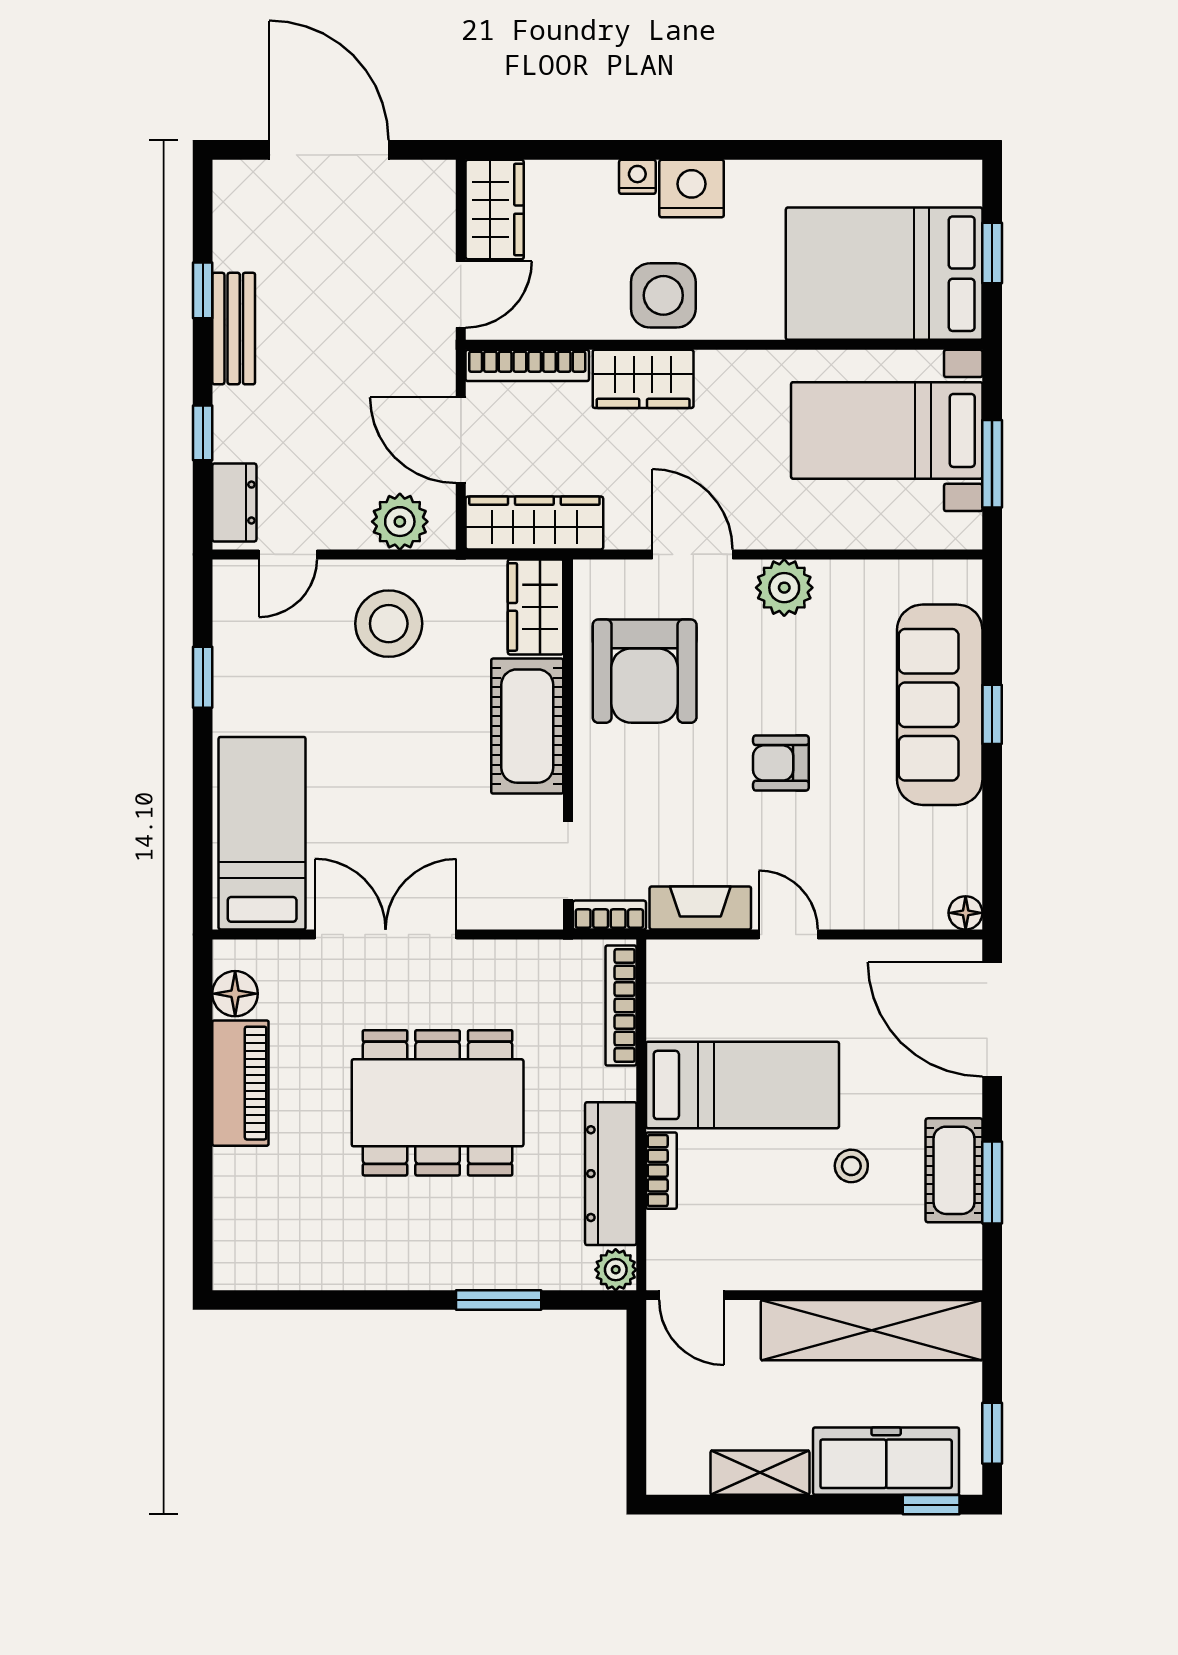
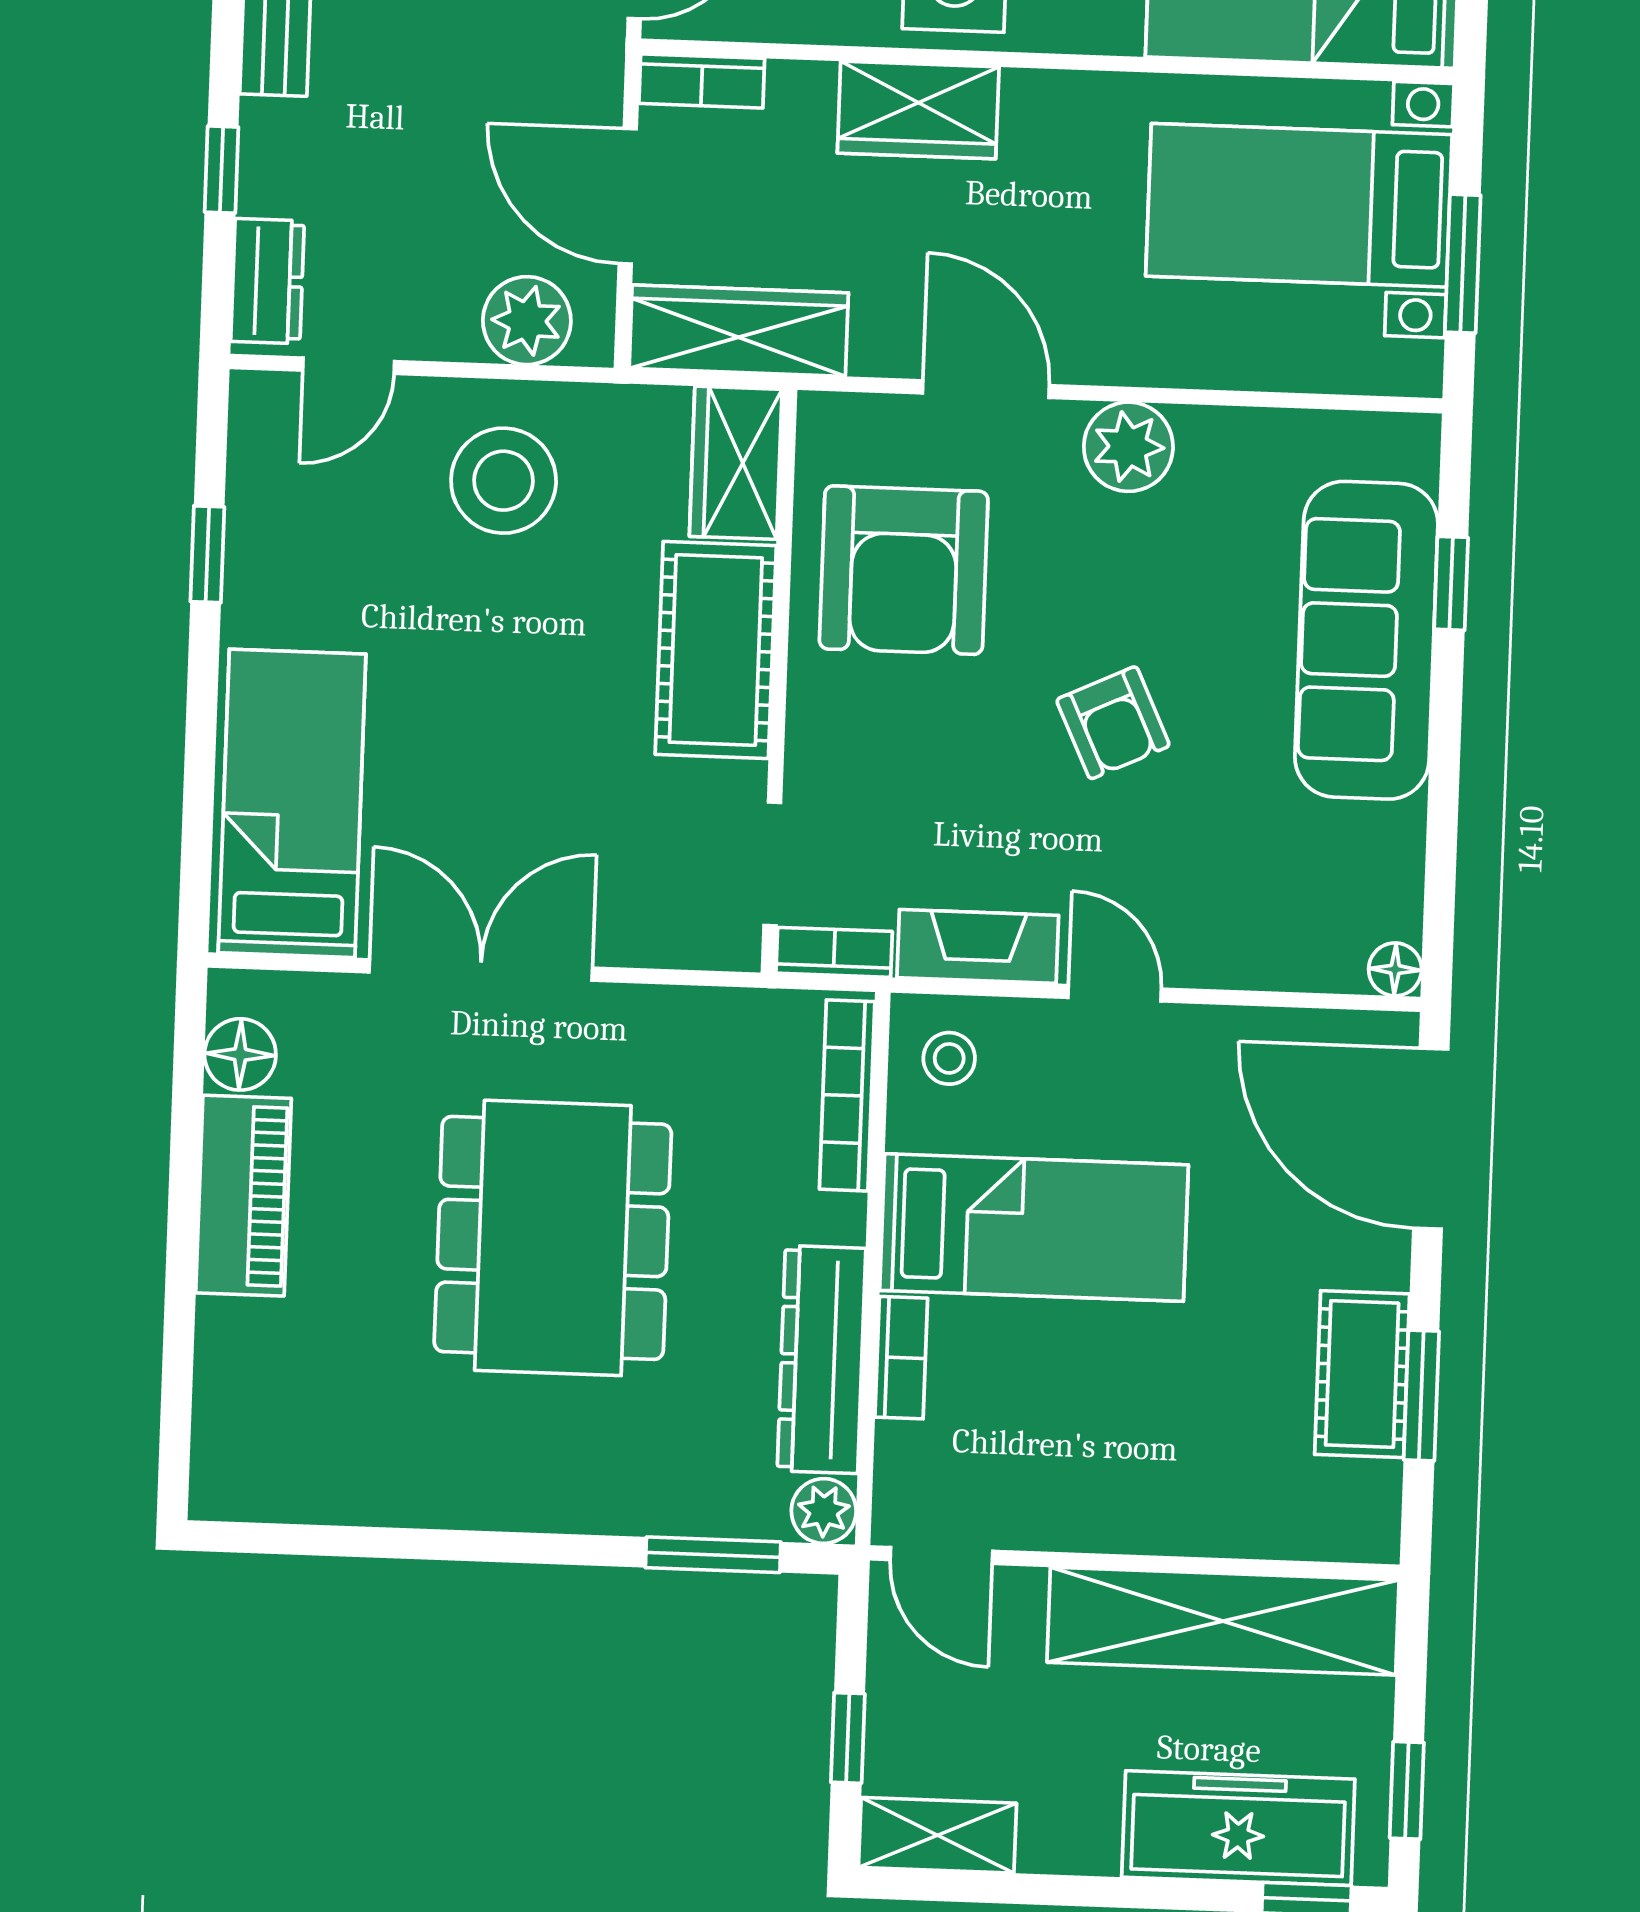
bookcase: (527, 365) -> (702, 81), width x0.64
window: (992, 714) -> (1451, 583), moved
armchair: (781, 763) -> (1113, 723), turned -115
dining table: (438, 1103) -> (553, 1238), turned 90
stool: (851, 1166) -> (949, 1058), moved
window: (499, 1300) -> (713, 1555), moved
window: (636, 1413) -> (848, 1738), added
shelving: (760, 1473) -> (937, 1835), moved

